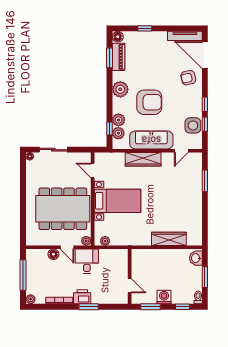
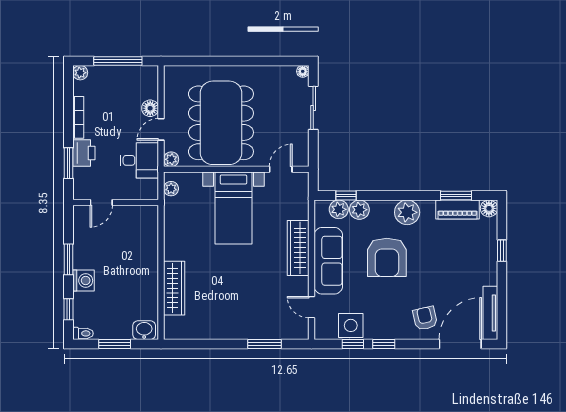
wall: (130, 276) -> (116, 203), moved
door: (130, 286) -> (101, 203), moved

